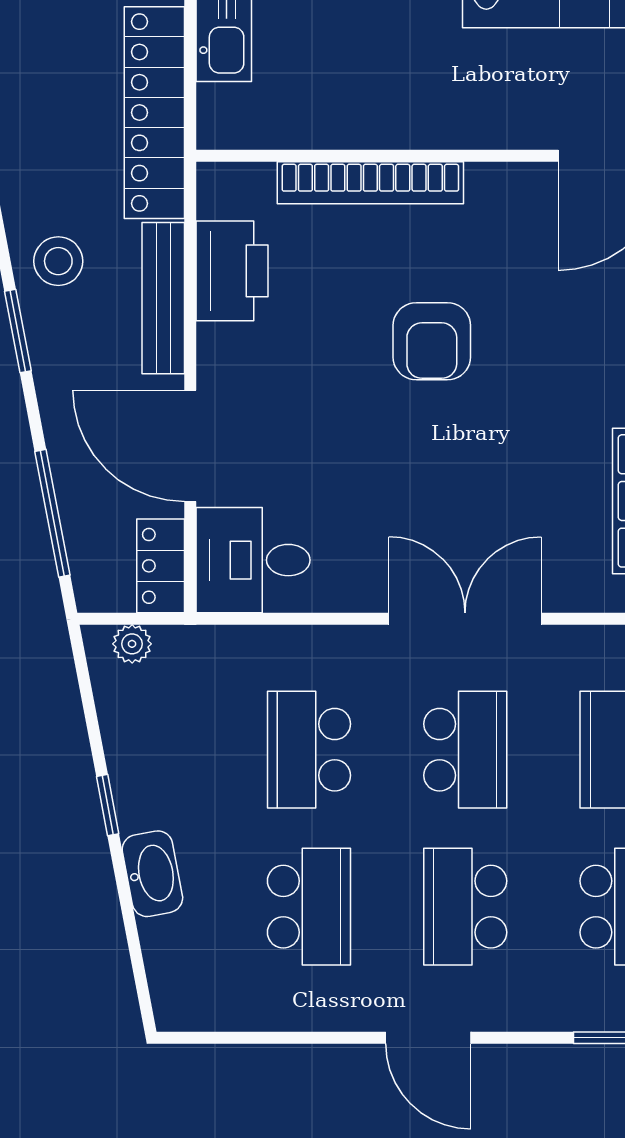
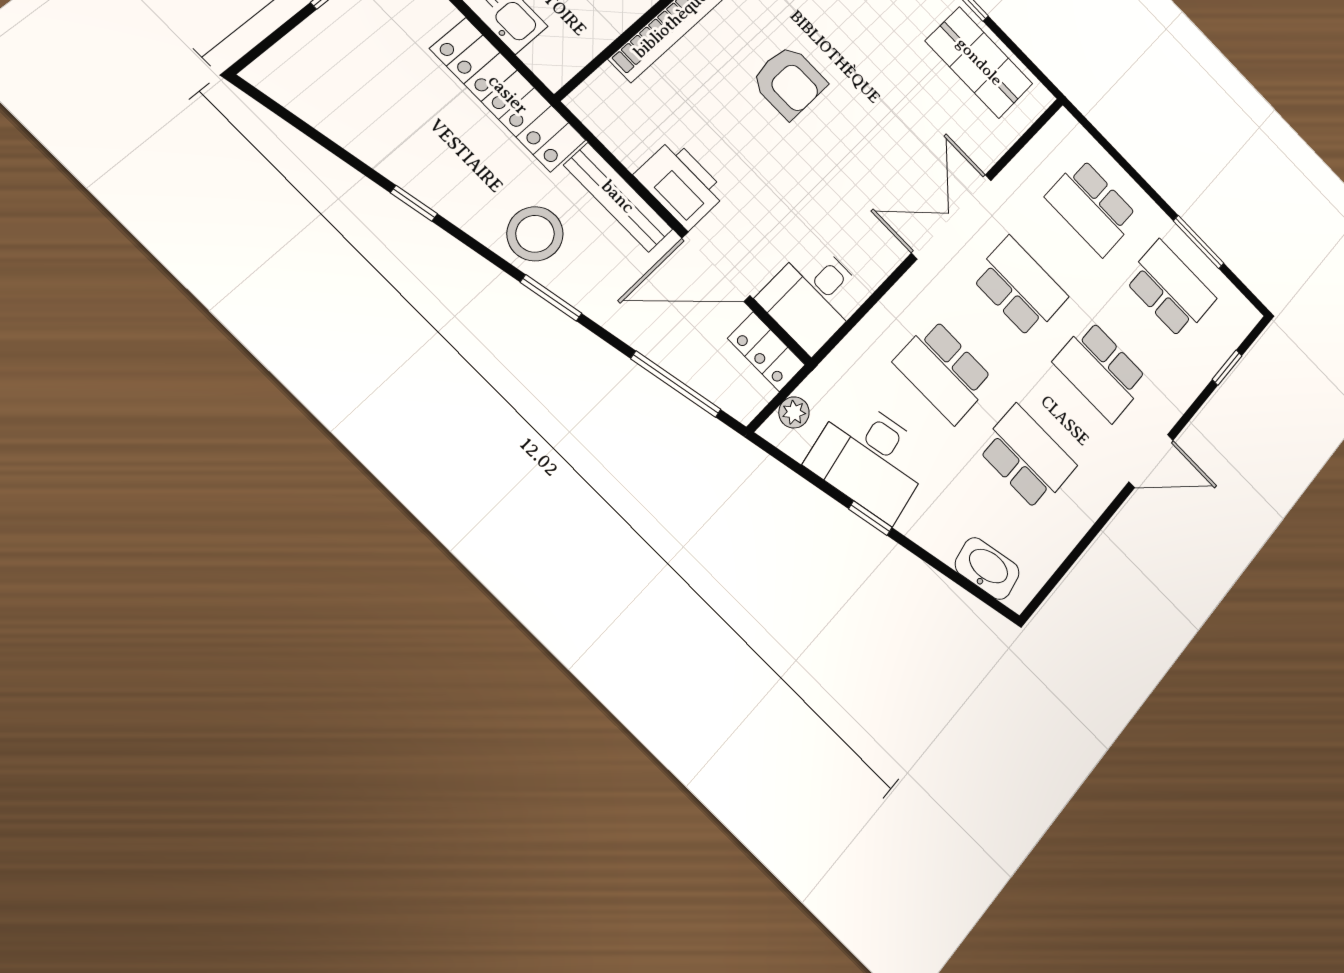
stool: (58, 261) -> (535, 234), width x1.38, depth x1.38
printer: (232, 271) -> (680, 184), moved
desk: (160, 755) -> (870, 459), added
washbasin: (152, 874) -> (987, 569), moved

